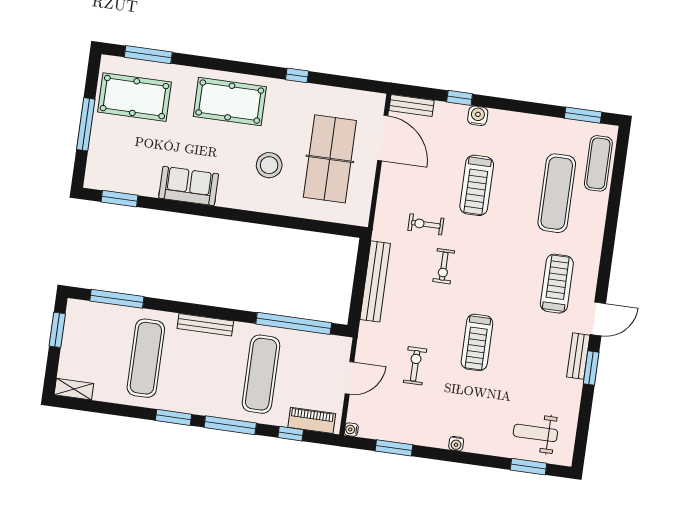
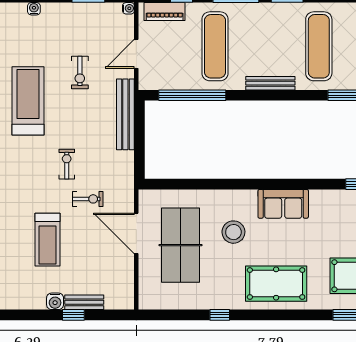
bench: (412, 105) -> (84, 302), moved
door: (383, 138) -> (136, 233), moved
treadmill: (477, 185) -> (47, 240), turned 180
sofa: (189, 186) -> (283, 204), moved
bench: (375, 281) -> (125, 114), moved
treadmill: (477, 342) -> (28, 101), width x1.37, depth x1.38

